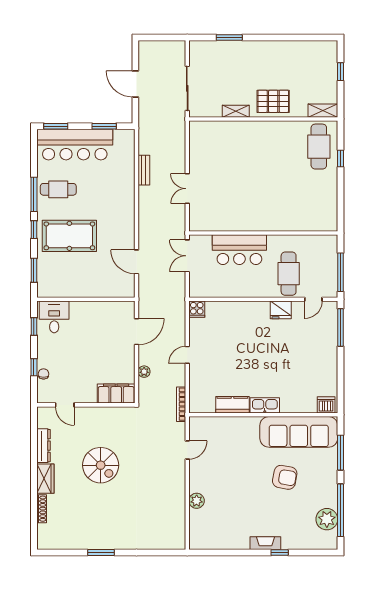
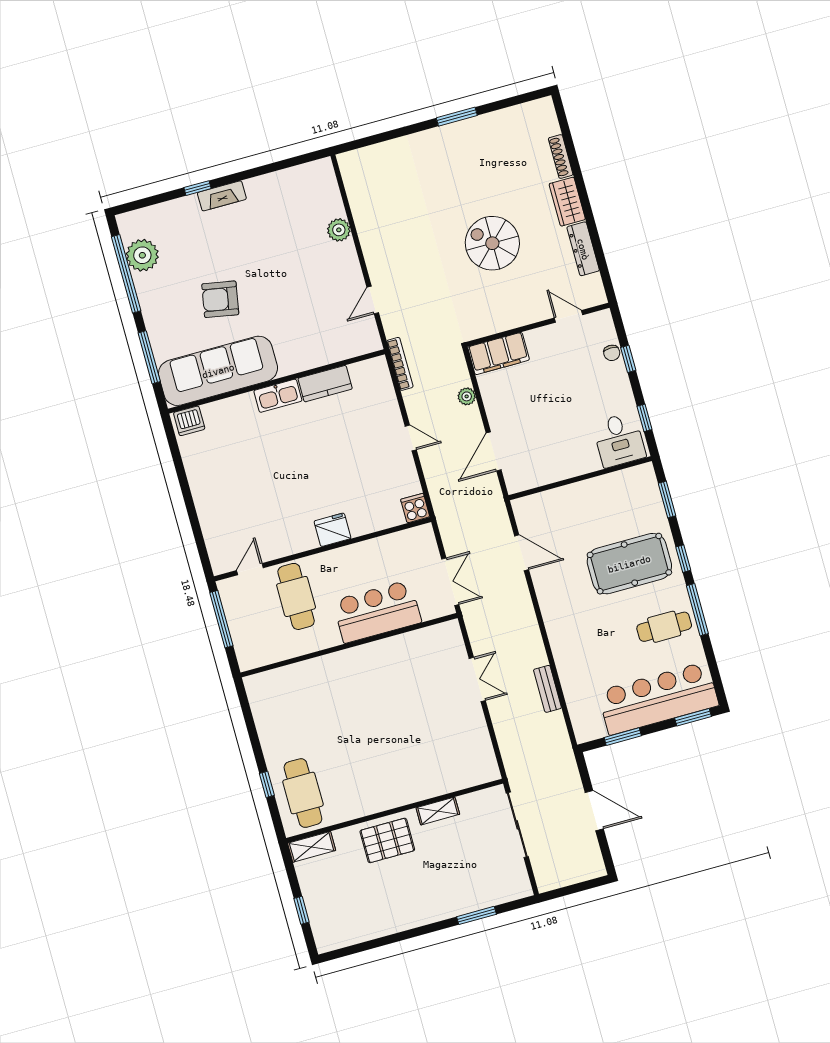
fridge: (281, 310) -> (332, 530), moved
window: (340, 327) -> (199, 539), removed
door: (187, 355) -> (411, 438), hinge flipped

